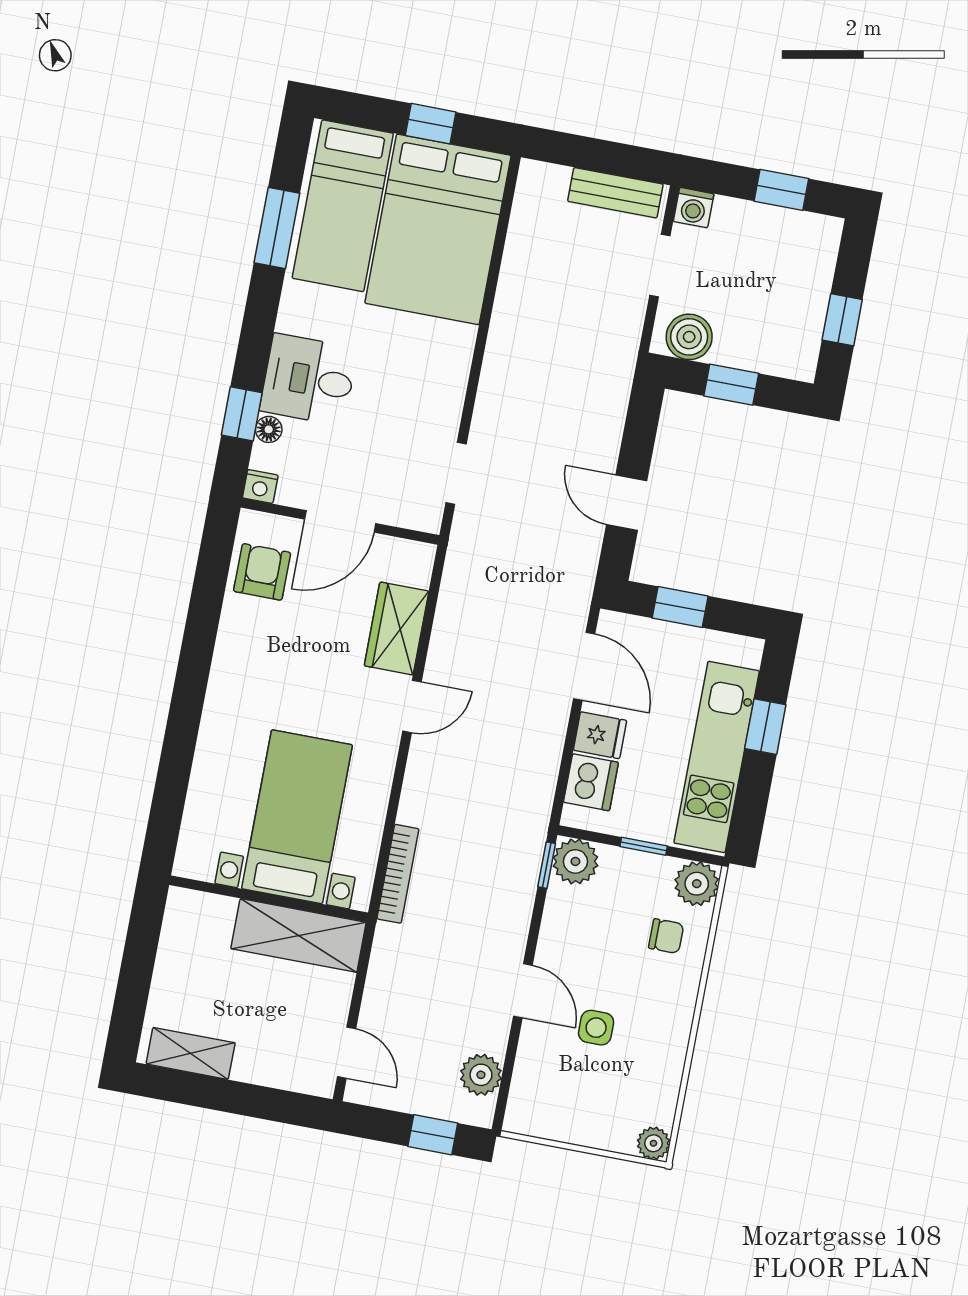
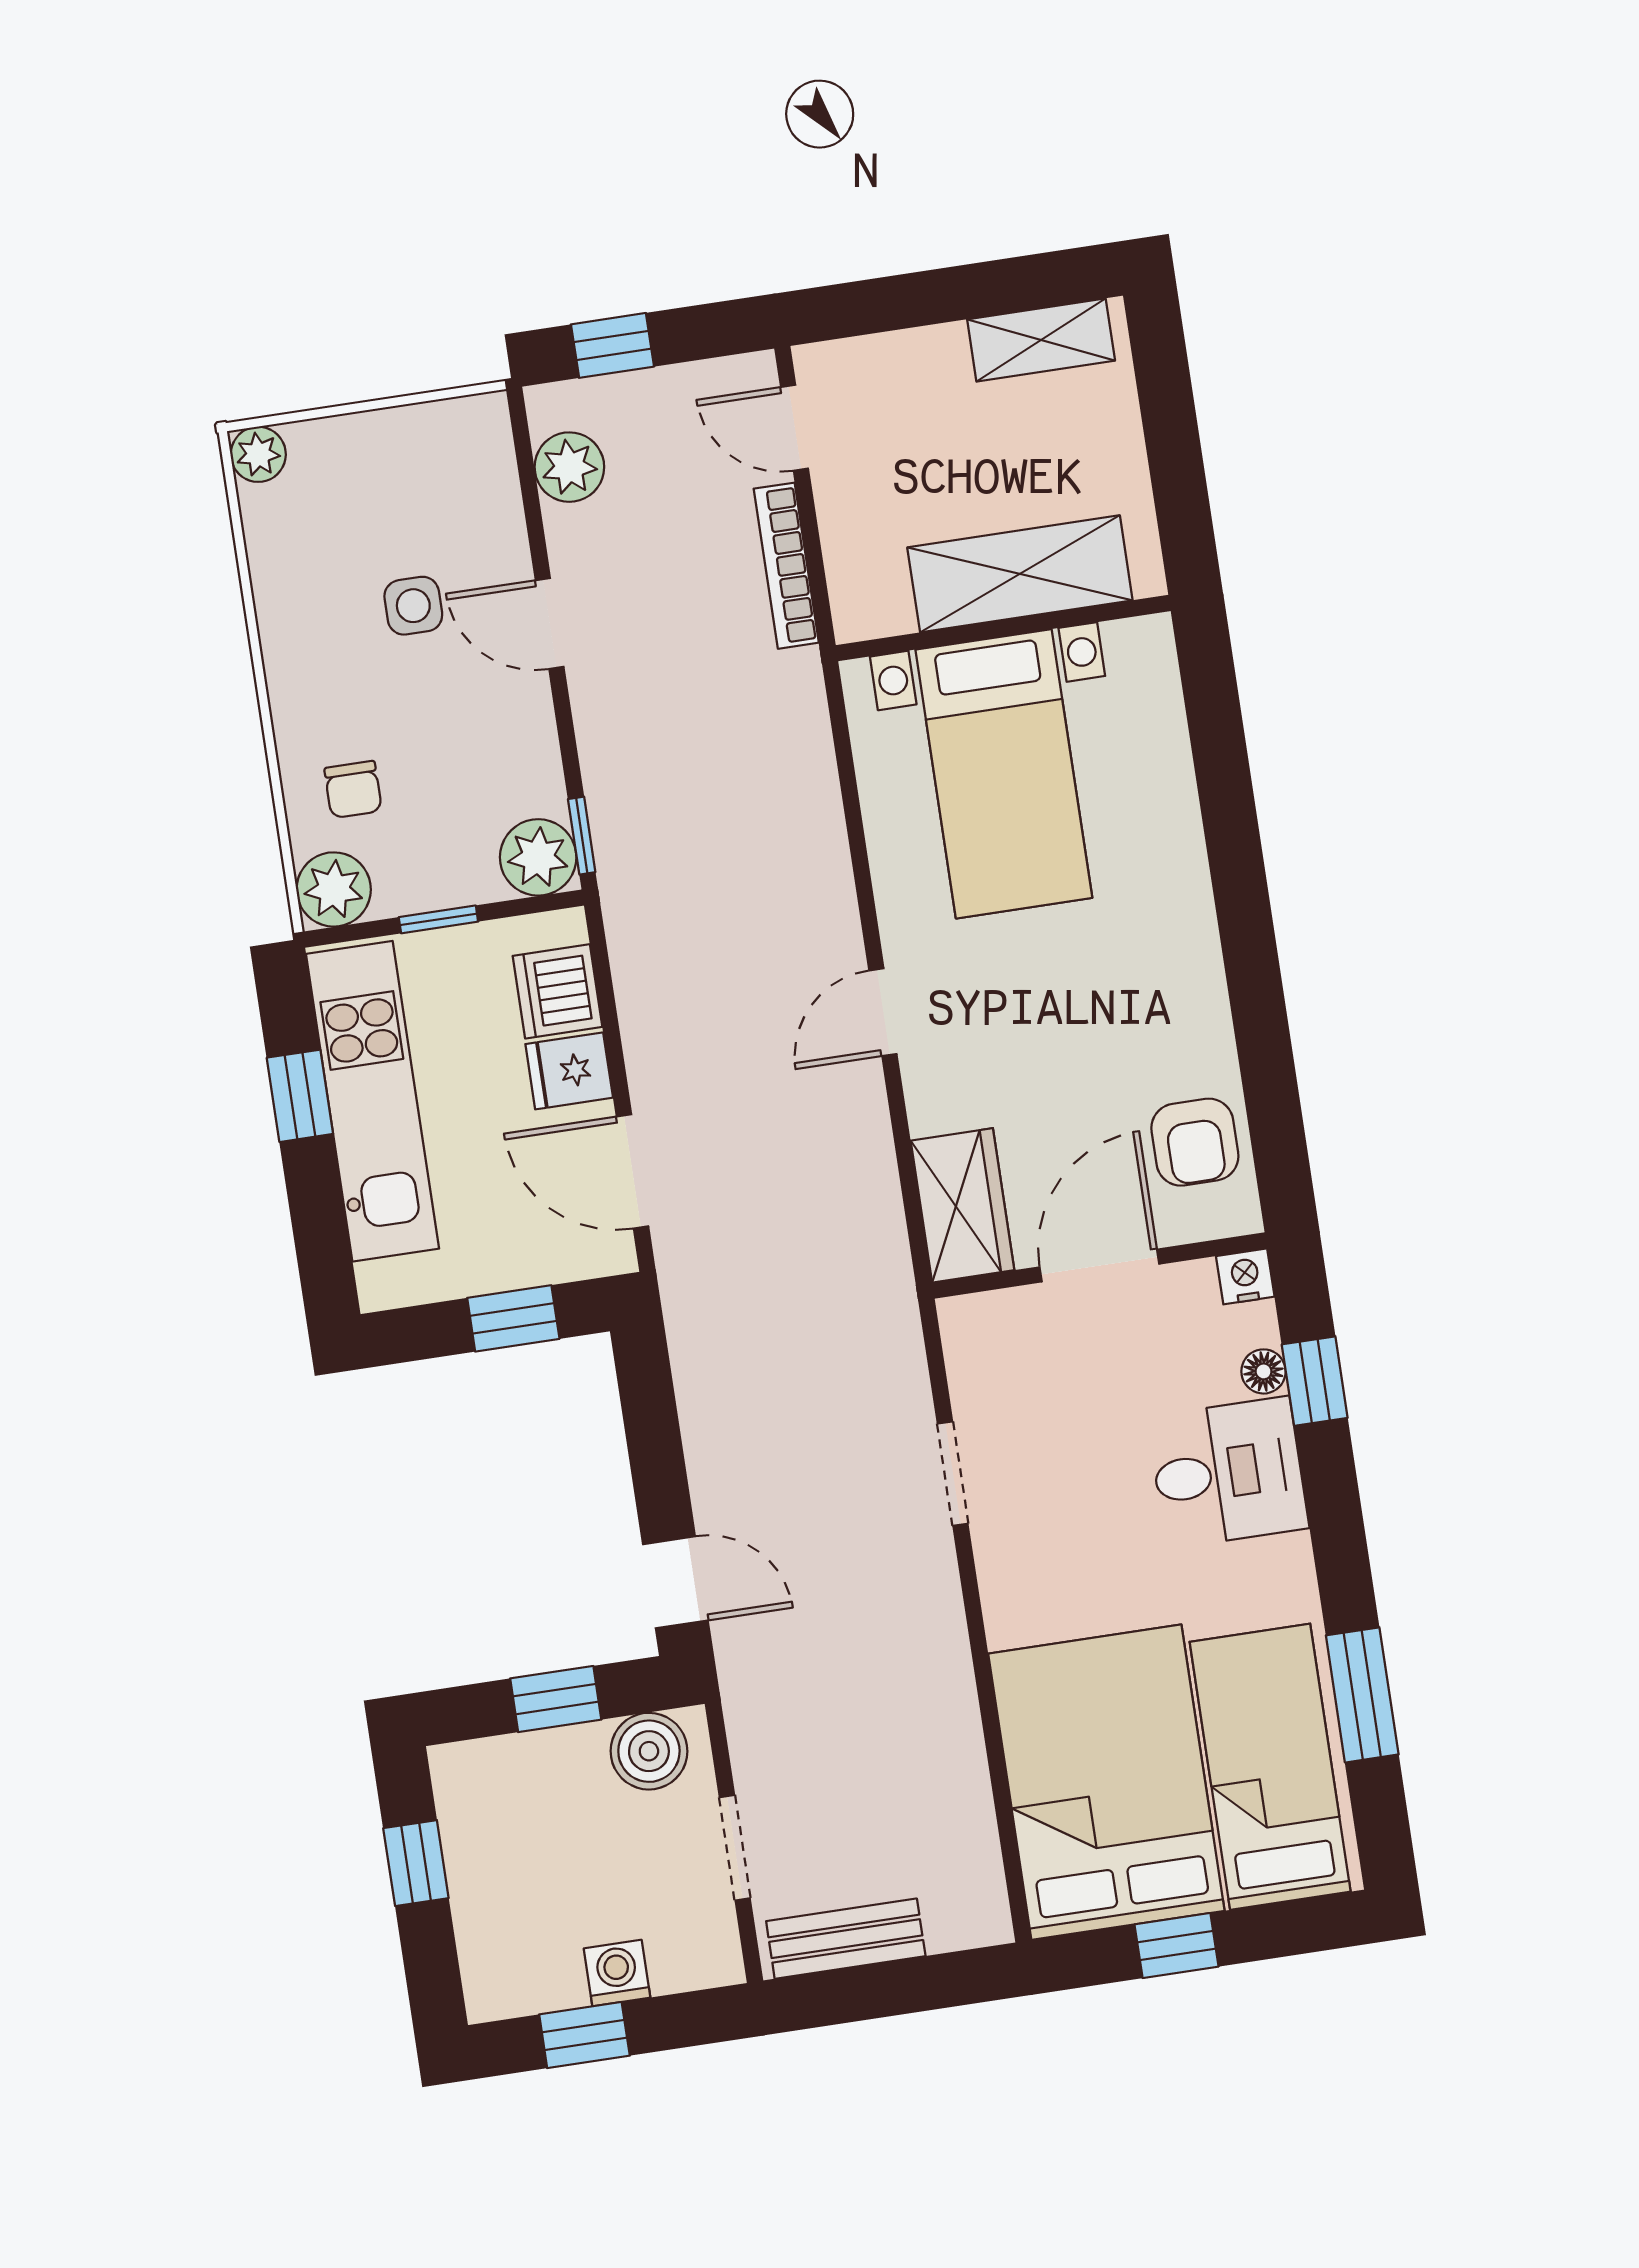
washing machine: (694, 208) -> (617, 1973), moved
doorway: (456, 473) -> (953, 1474), moved
door: (627, 503) -> (675, 1582), moved
wardrobe: (397, 628) -> (962, 1205), moved
window: (765, 727) -> (300, 1096), moved
bookcase: (398, 874) -> (786, 566), moved
shelving: (299, 935) -> (1020, 574), moved
chair: (666, 936) -> (353, 789), turned -90

